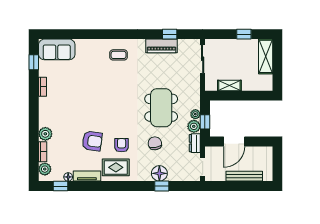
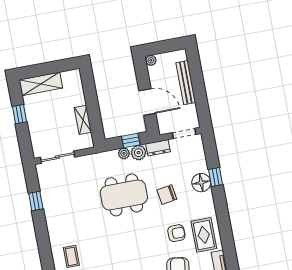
piano: (162, 46) -> (51, 208), removed
armchair: (122, 145) -> (176, 233), turned 180
plant: (268, 151) -> (151, 60), added

